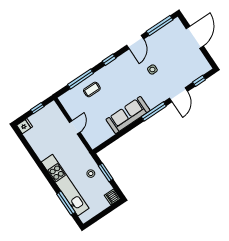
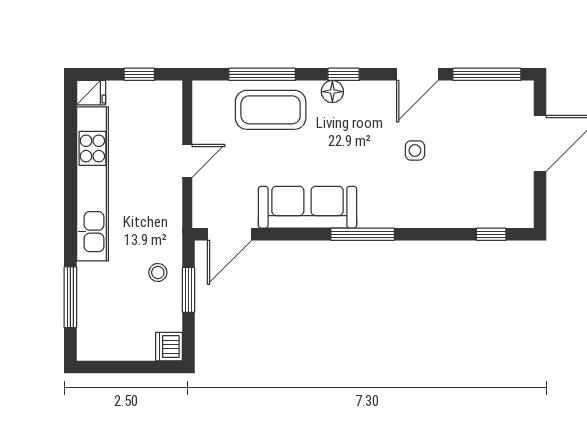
floor lamp: (109, 68) -> (332, 92), added
coffee table: (92, 89) -> (271, 110), width x1.86, depth x1.72
door: (178, 95) -> (230, 234), moved
kitchen unit: (65, 185) -> (92, 184), moved

